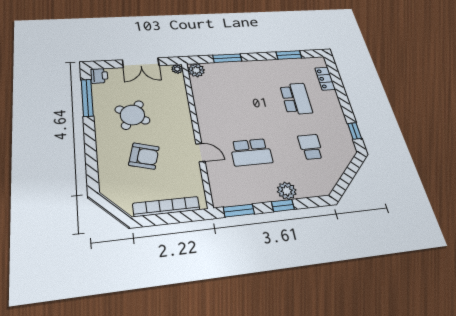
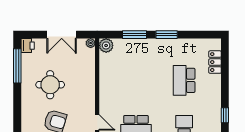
window: (289, 55) -> (167, 35), moved
school desk: (296, 99) -> (184, 80), turned 180
round table: (132, 115) -> (50, 85), turned -32

